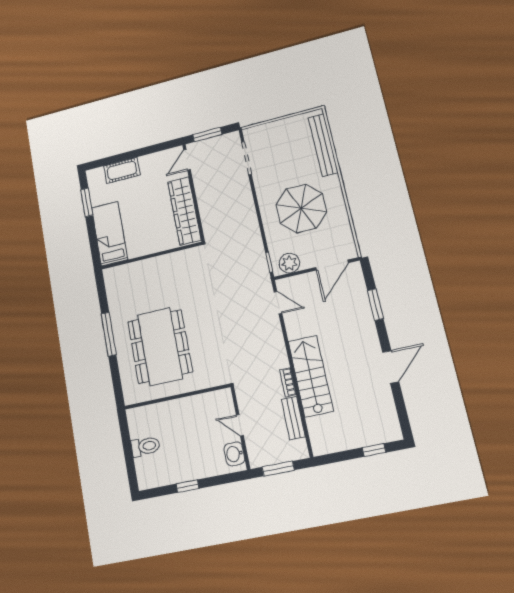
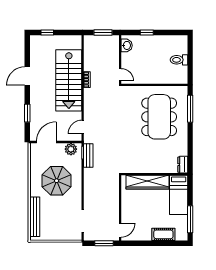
window: (87, 202) -> (190, 219), width x1.44
wardrobe: (184, 211) -> (148, 182), moved, turned 90
dresser: (111, 280) -> (183, 165), added
door: (278, 303) -> (83, 127), hinge flipped
window: (109, 334) -> (190, 109), moved
stairs: (311, 376) -> (69, 80), width x1.36, depth x1.51
bench: (293, 418) -> (88, 156), moved
door: (240, 425) -> (120, 75), moved
window: (187, 486) -> (147, 33), moved

